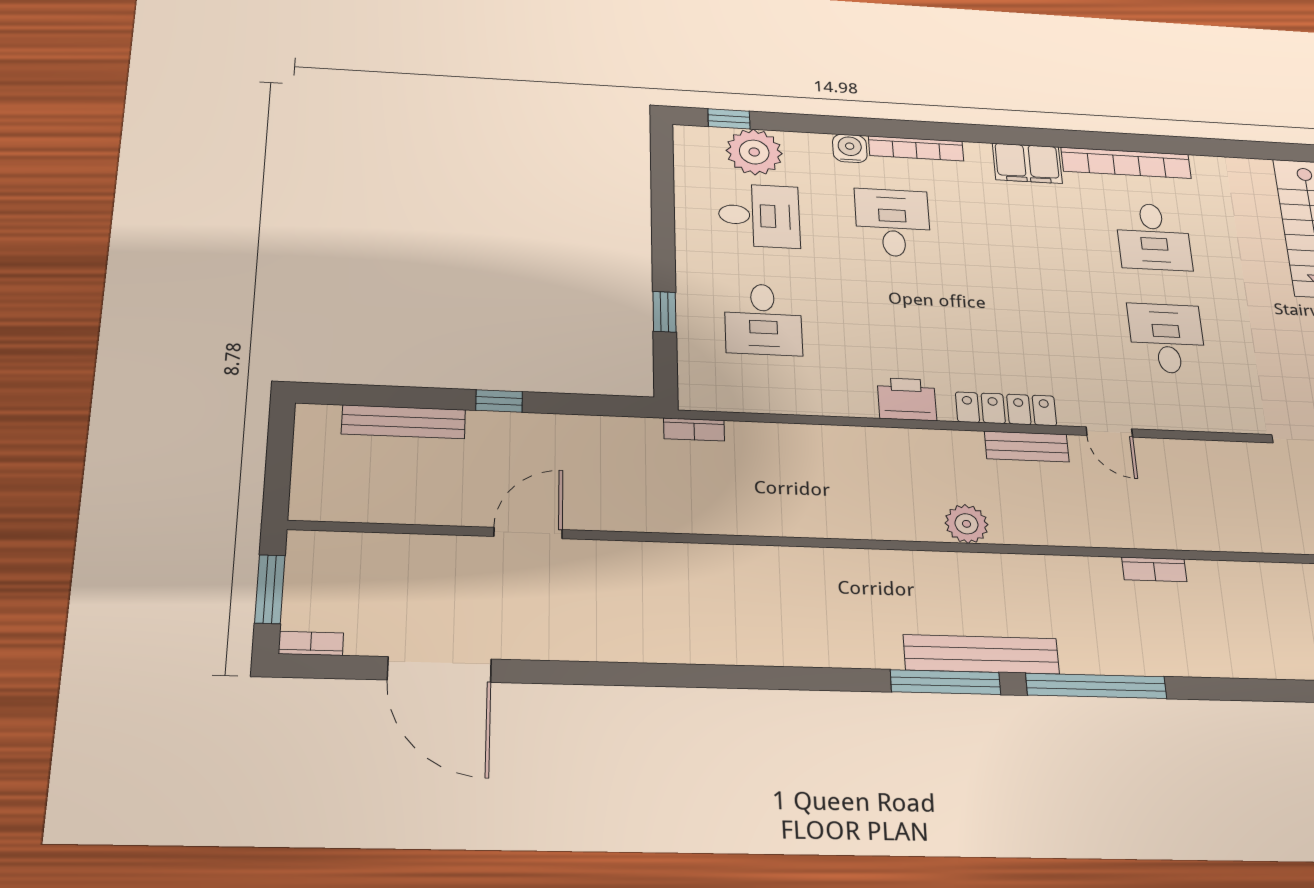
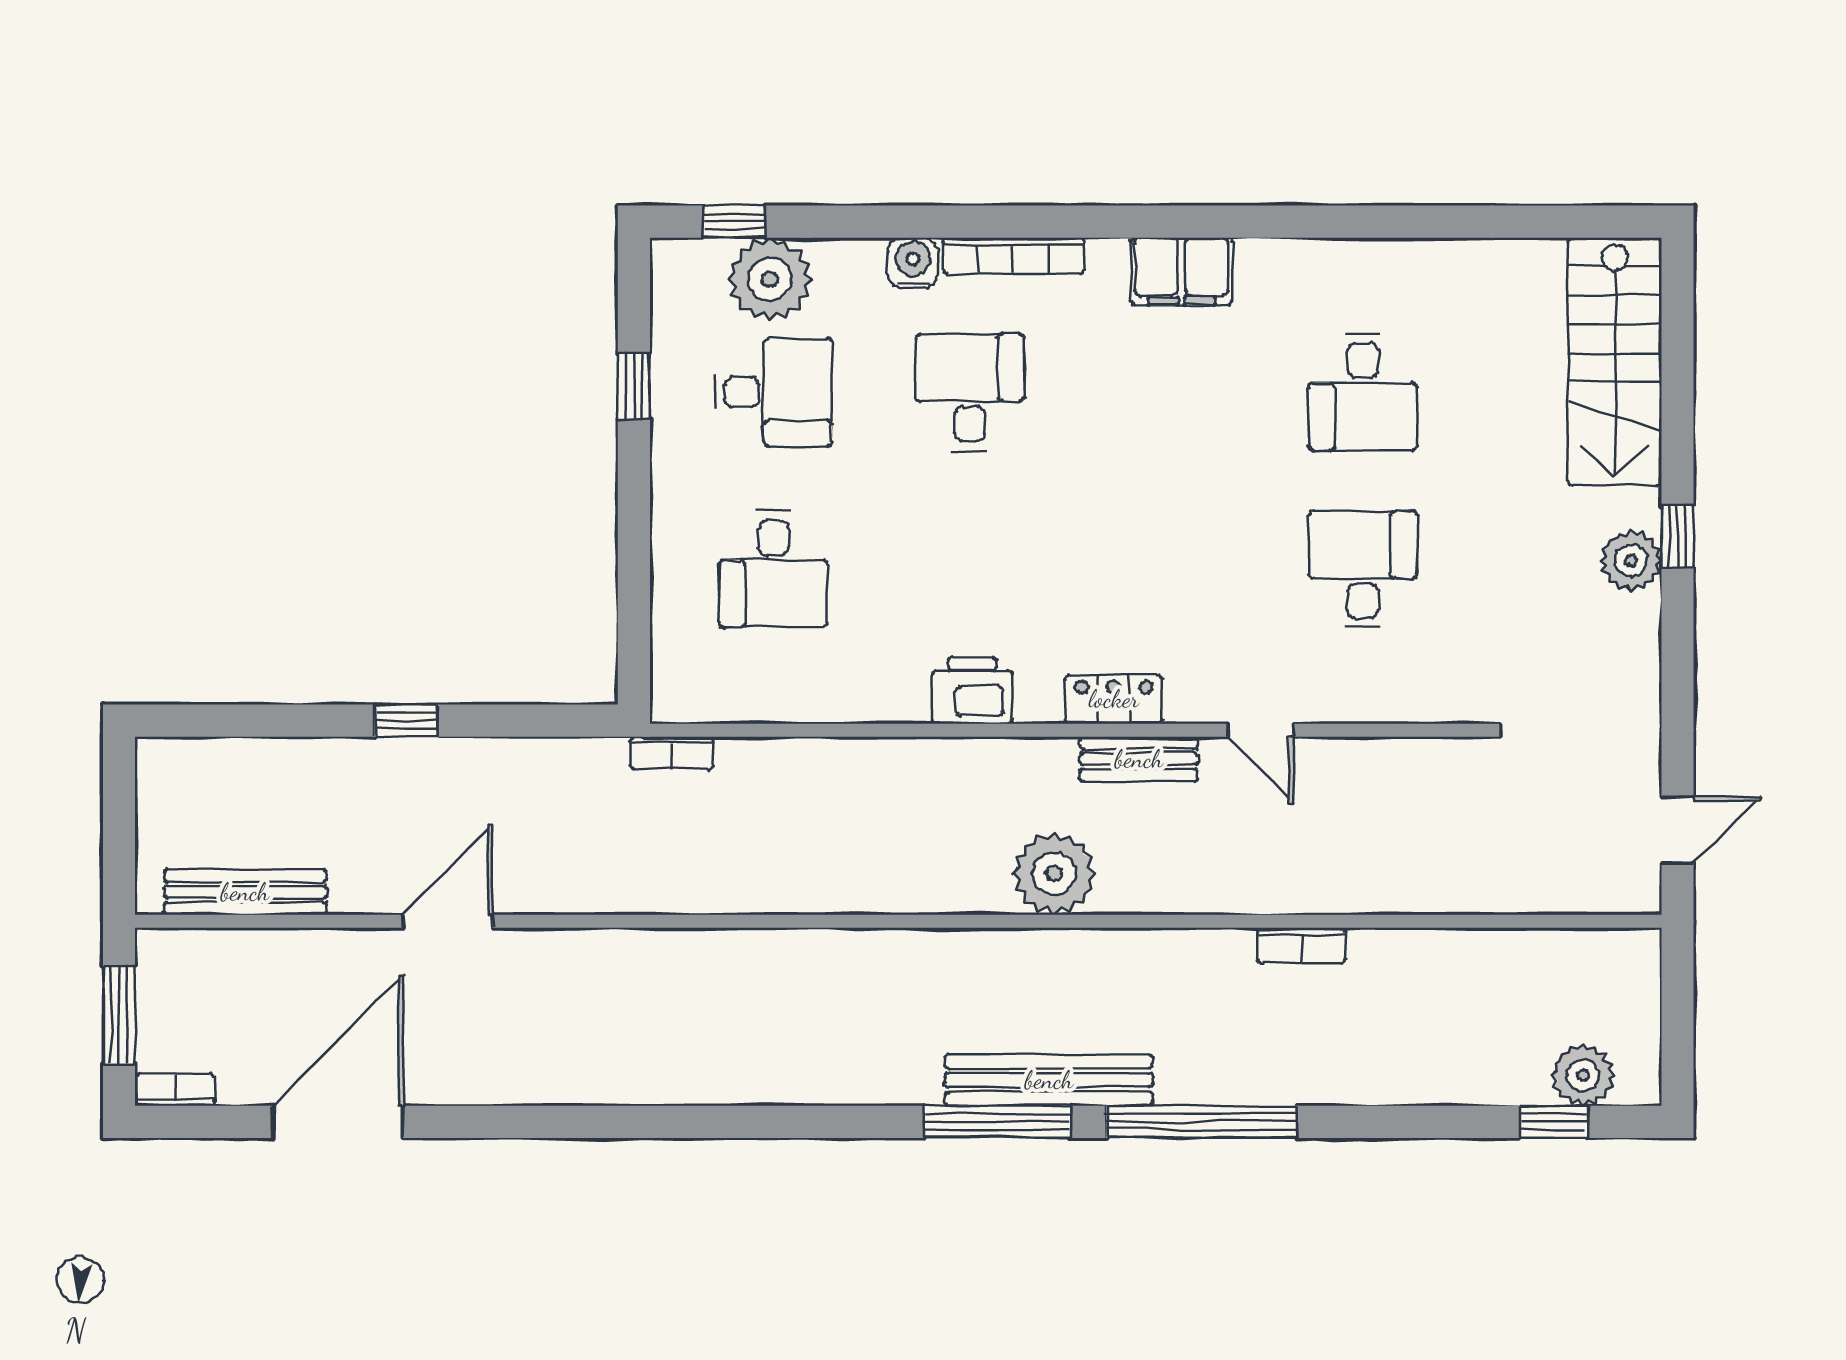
bookcase: (1126, 163) -> (1335, 260), removed
window: (665, 312) -> (634, 386), moved
locker: (1006, 409) -> (1114, 699), width x0.66
bench: (404, 422) -> (245, 892), moved
plant: (967, 524) -> (1054, 874), width x1.36, depth x1.36
door: (439, 670) -> (338, 1122), swing flipped

